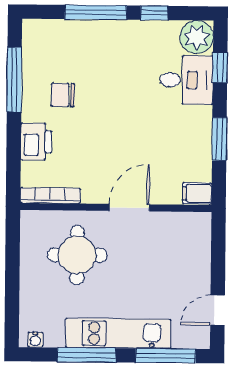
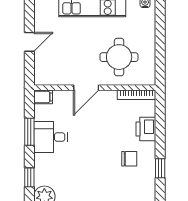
window: (14, 79) -> (160, 168), width x0.46
desk: (186, 80) -> (51, 137), moved
door: (218, 310) -> (29, 42), moved

